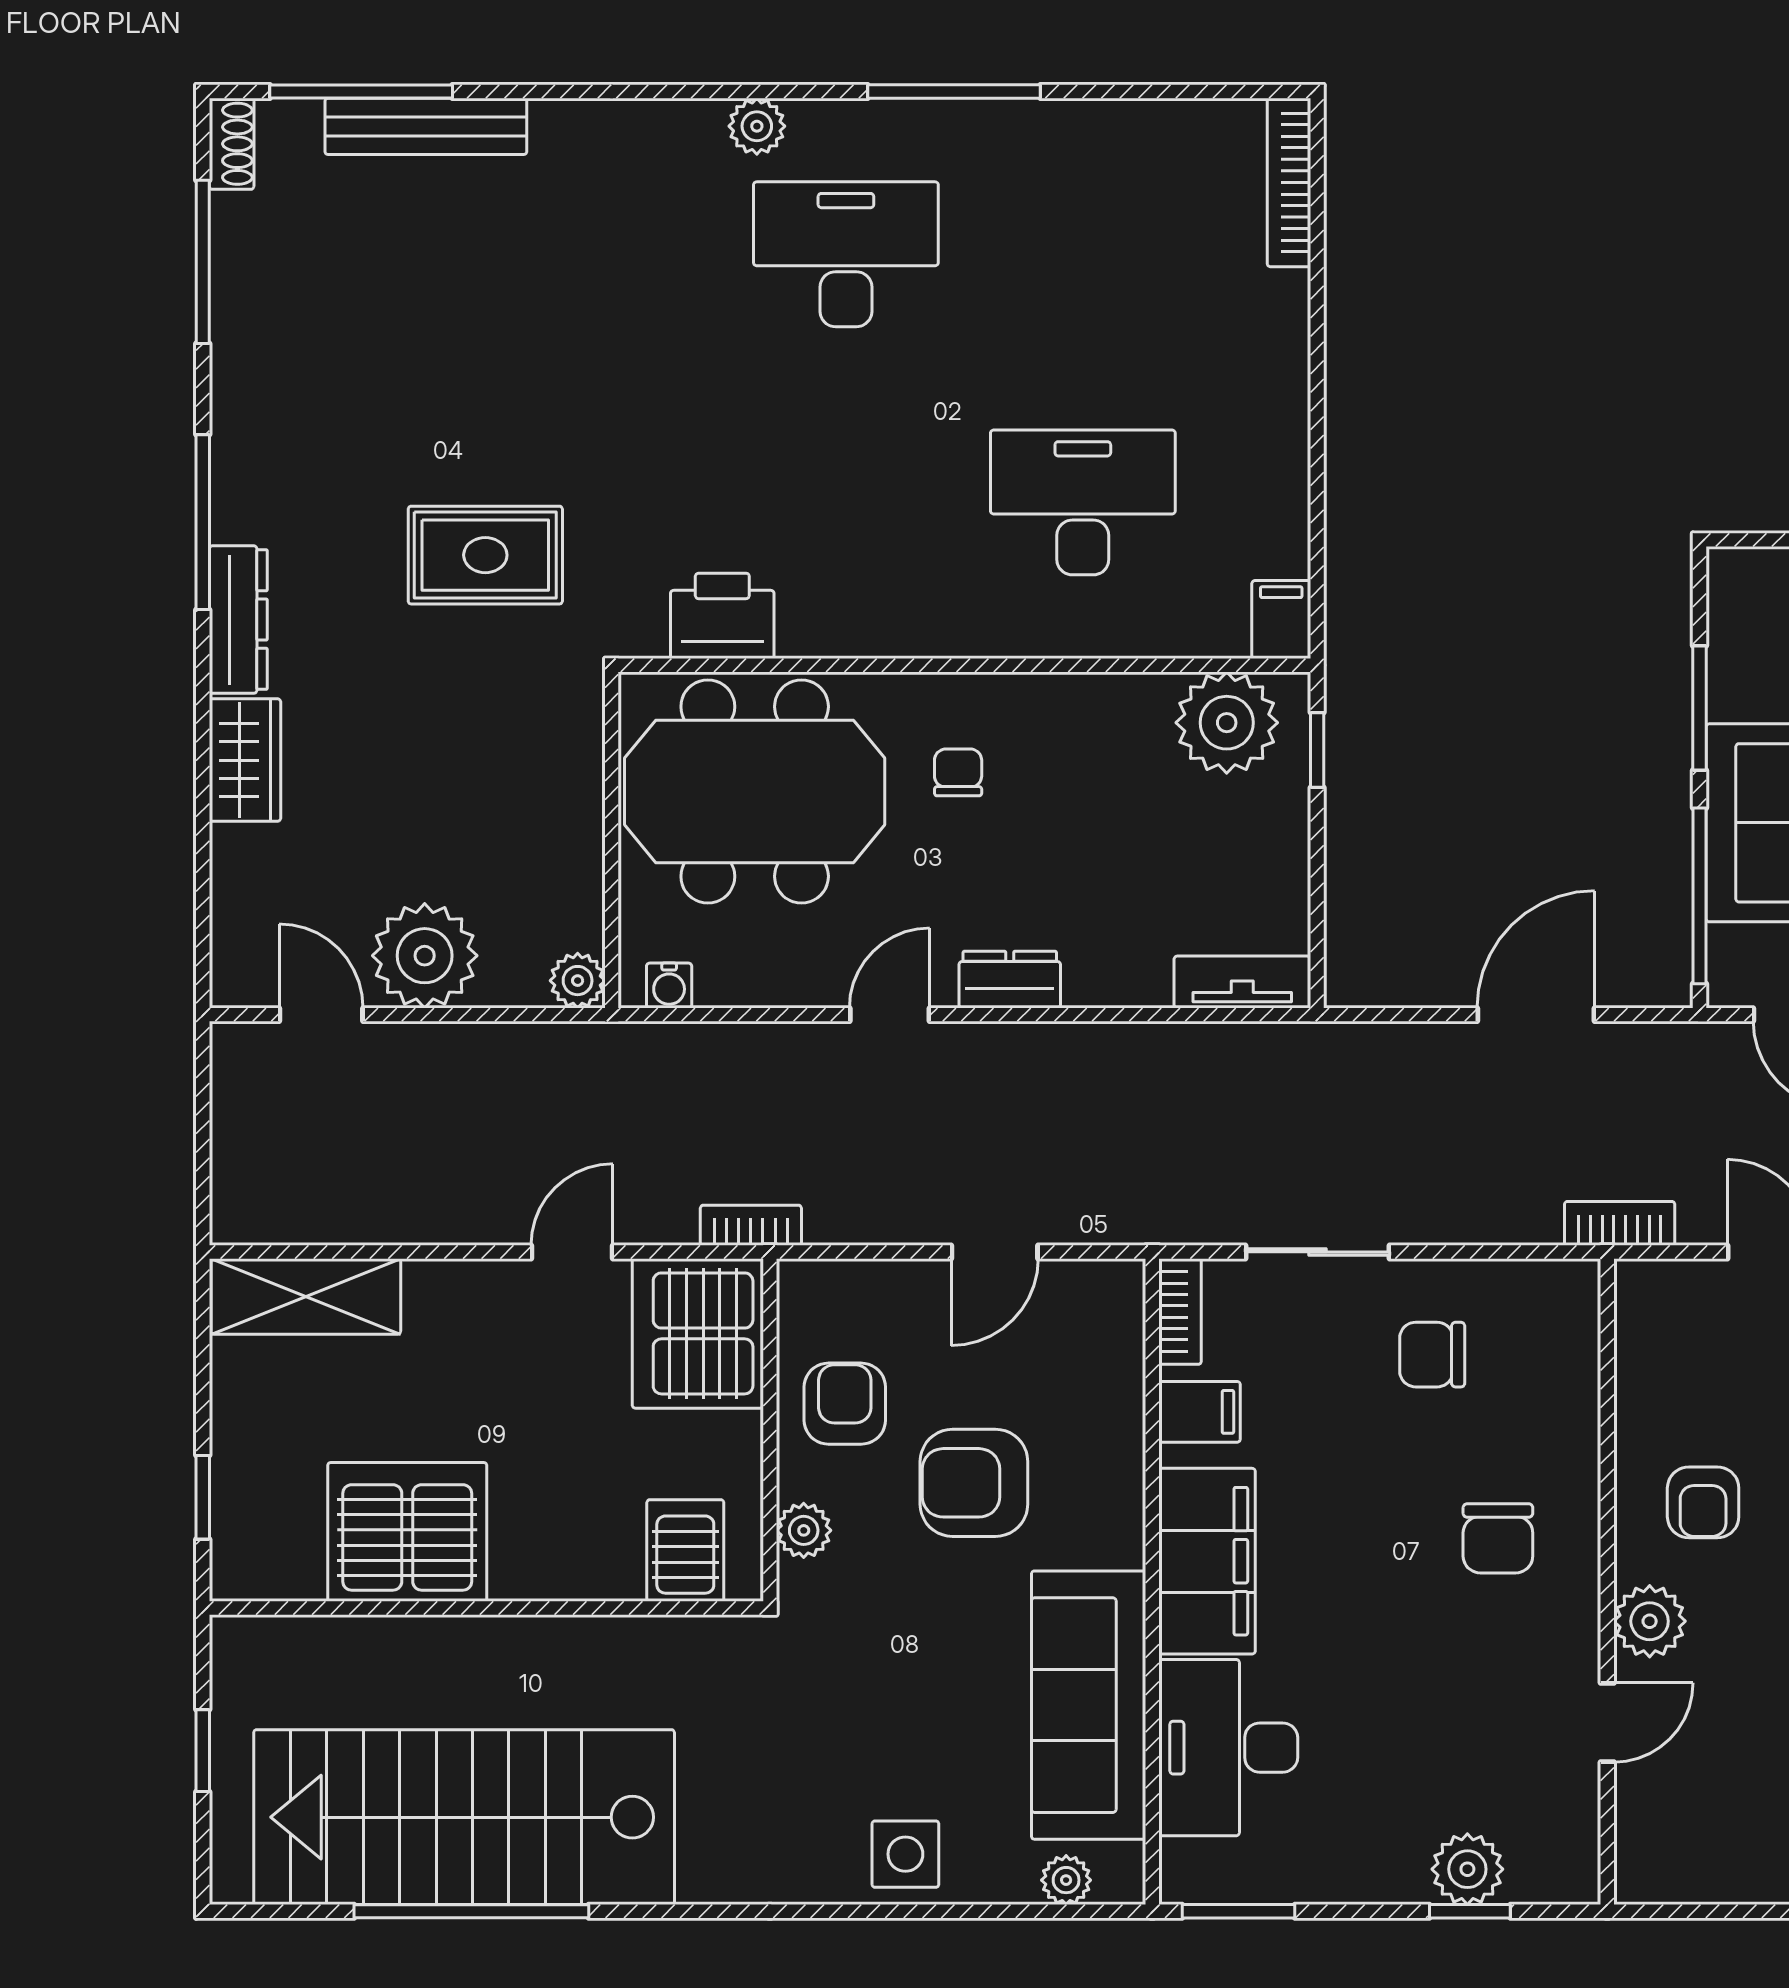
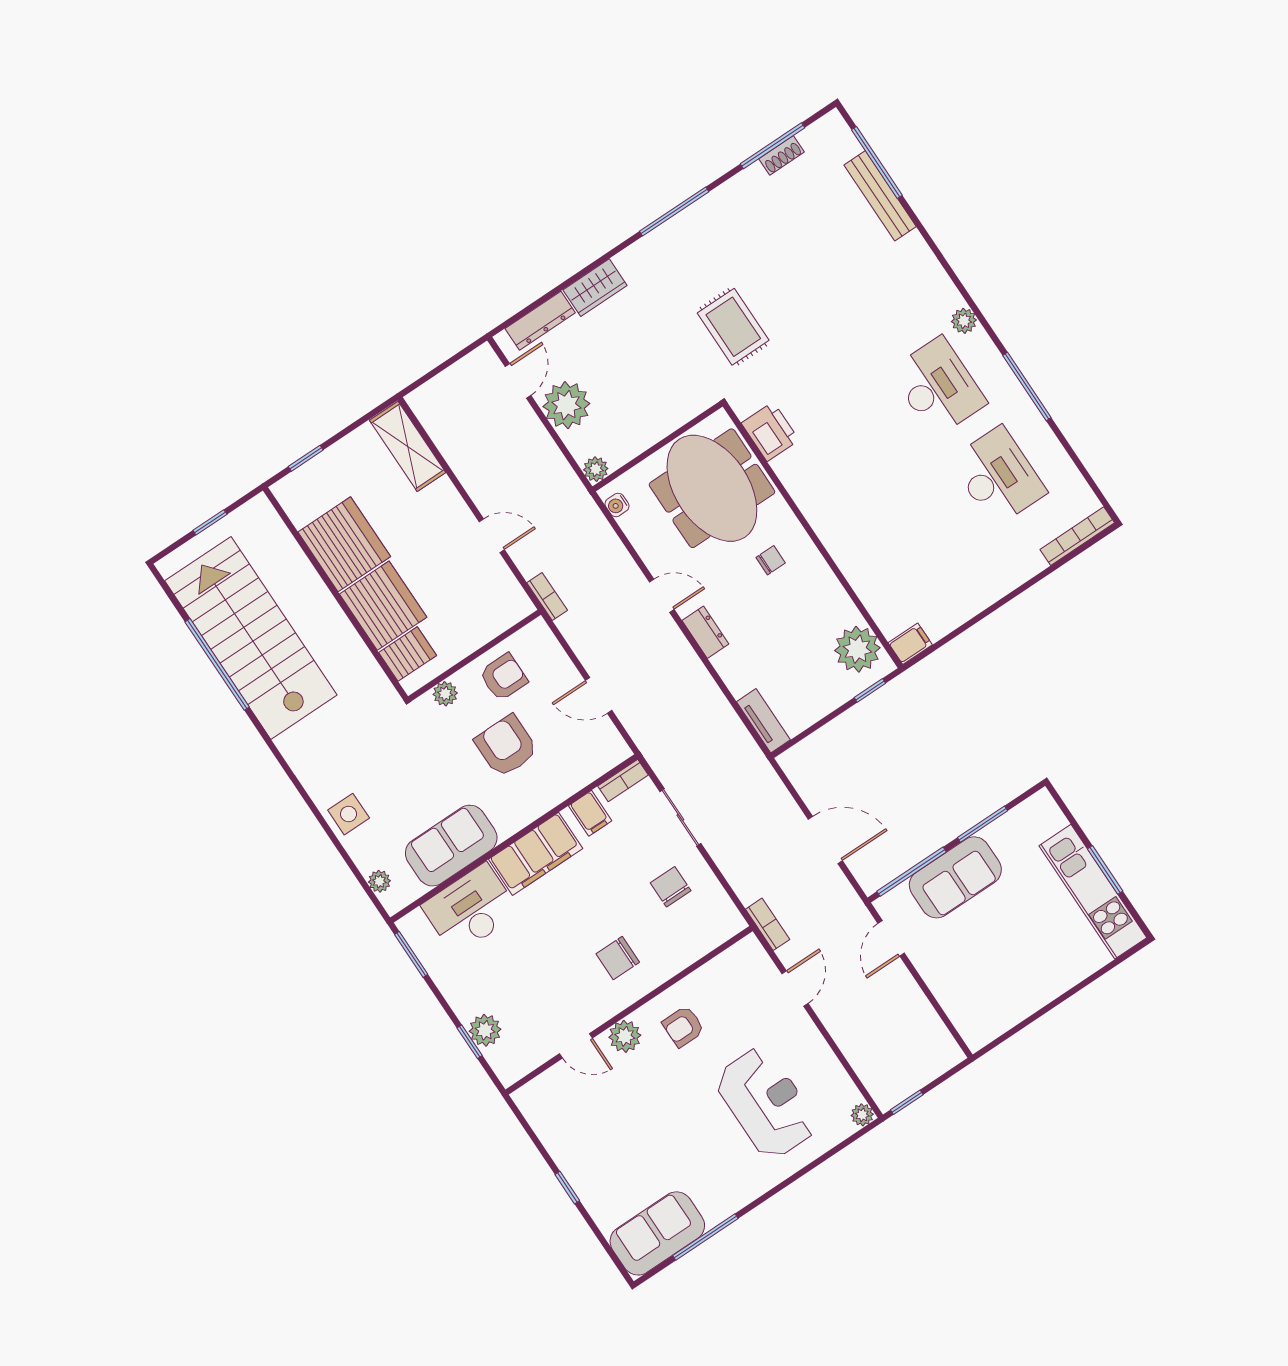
shoe rack: (232, 144) -> (782, 155), moved
desk: (1083, 502) -> (998, 476), moved
dresser: (238, 620) -> (540, 321), moved
server rack: (698, 1333) -> (383, 606), moved, turned 90
sofa: (1089, 1705) -> (451, 846), width x0.73

